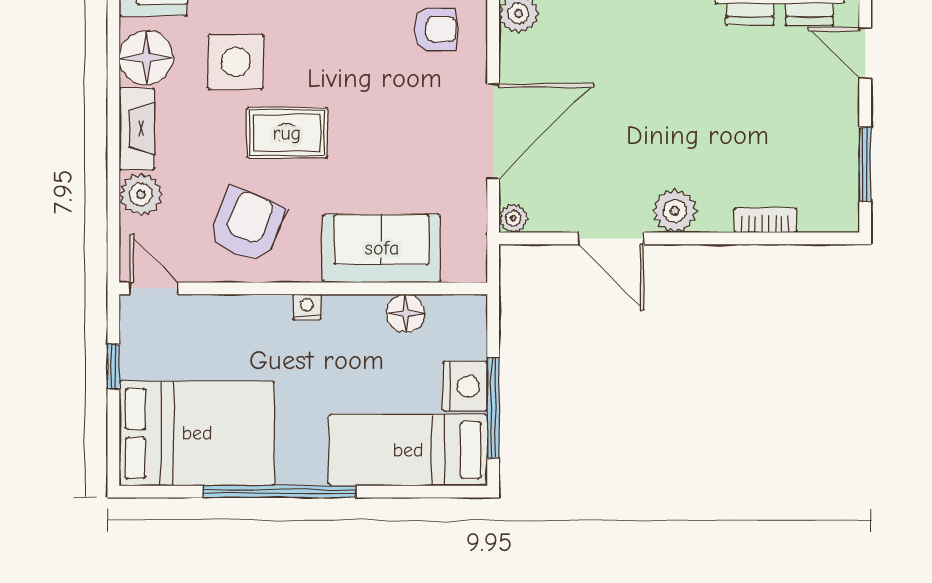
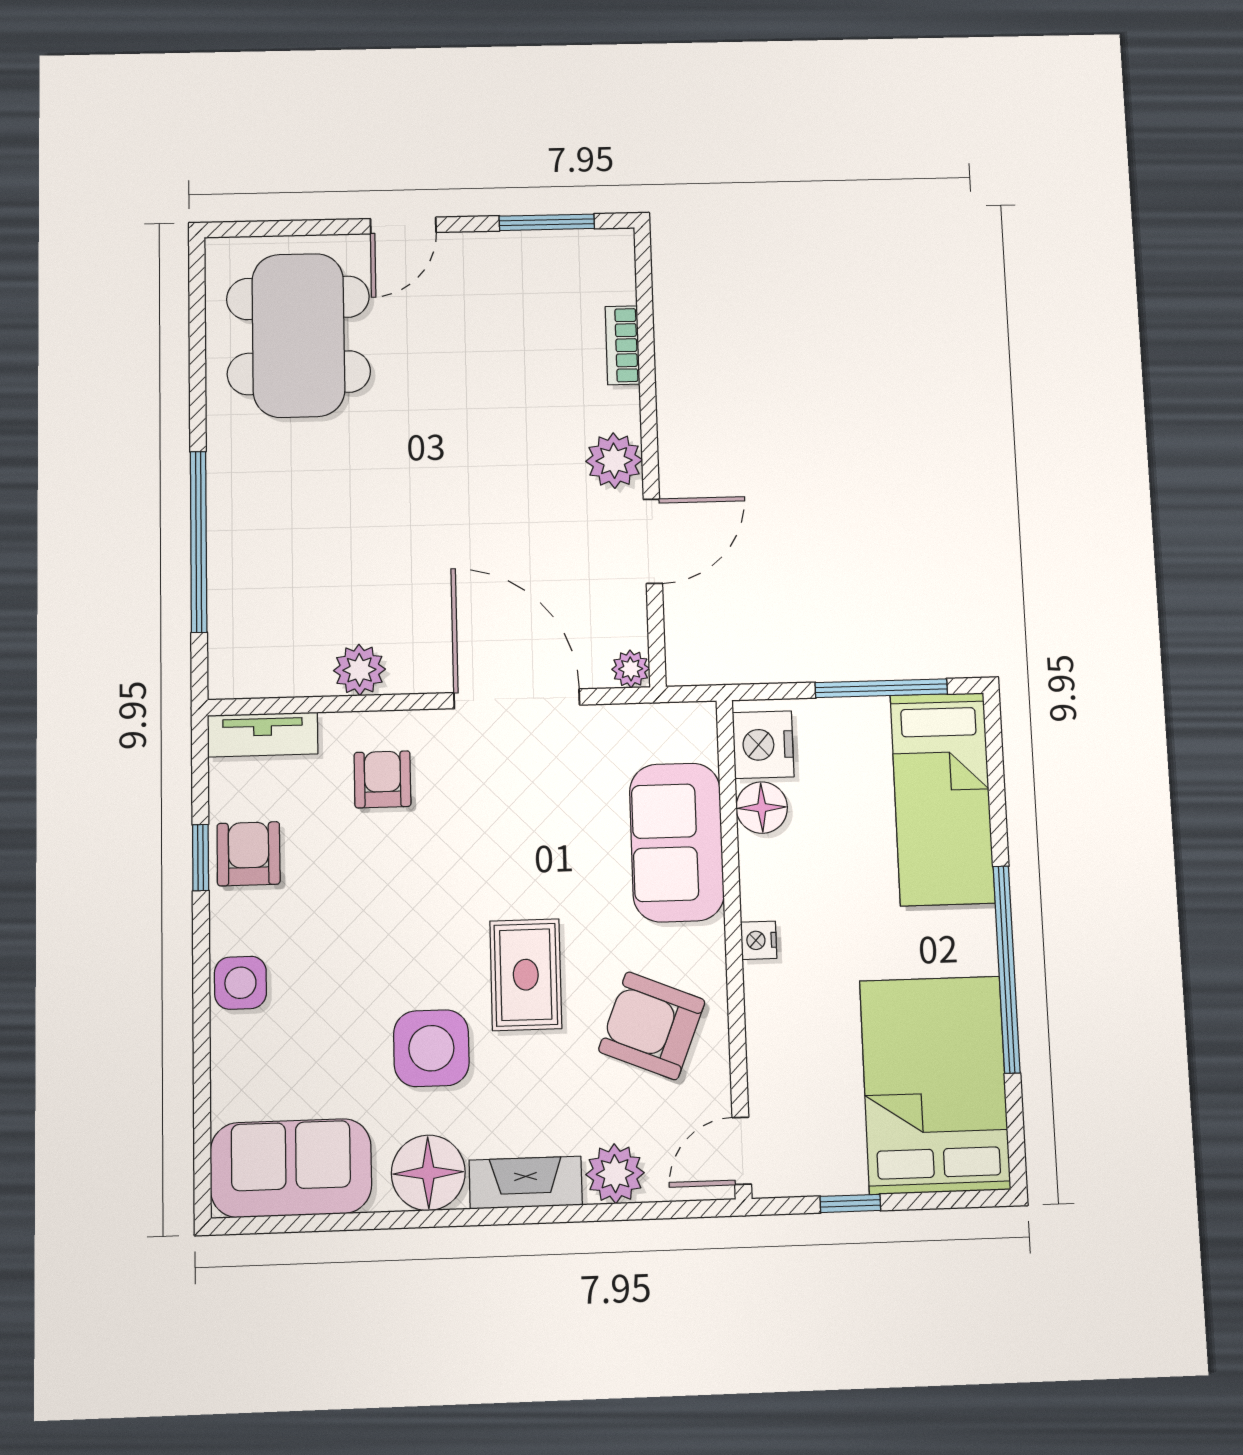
nightstand: (465, 386) -> (763, 745), moved, turned -90

